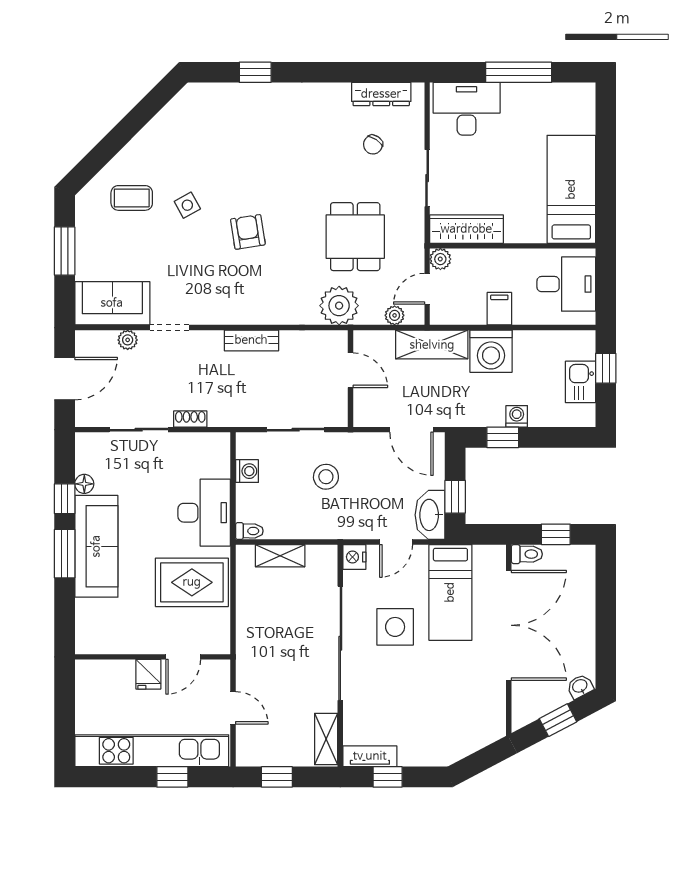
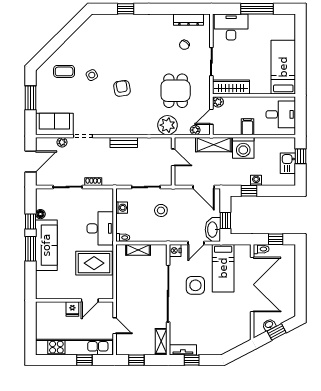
washbasin: (580, 686) -> (269, 325), moved

